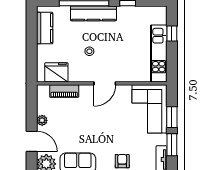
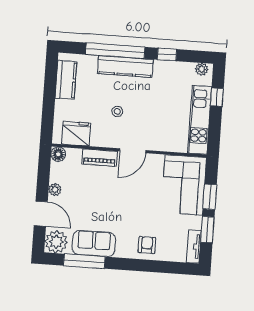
plant: (157, 11) -> (202, 69), added
floor lamp: (43, 91) -> (58, 154), added
piano: (64, 91) -> (100, 158), moved

